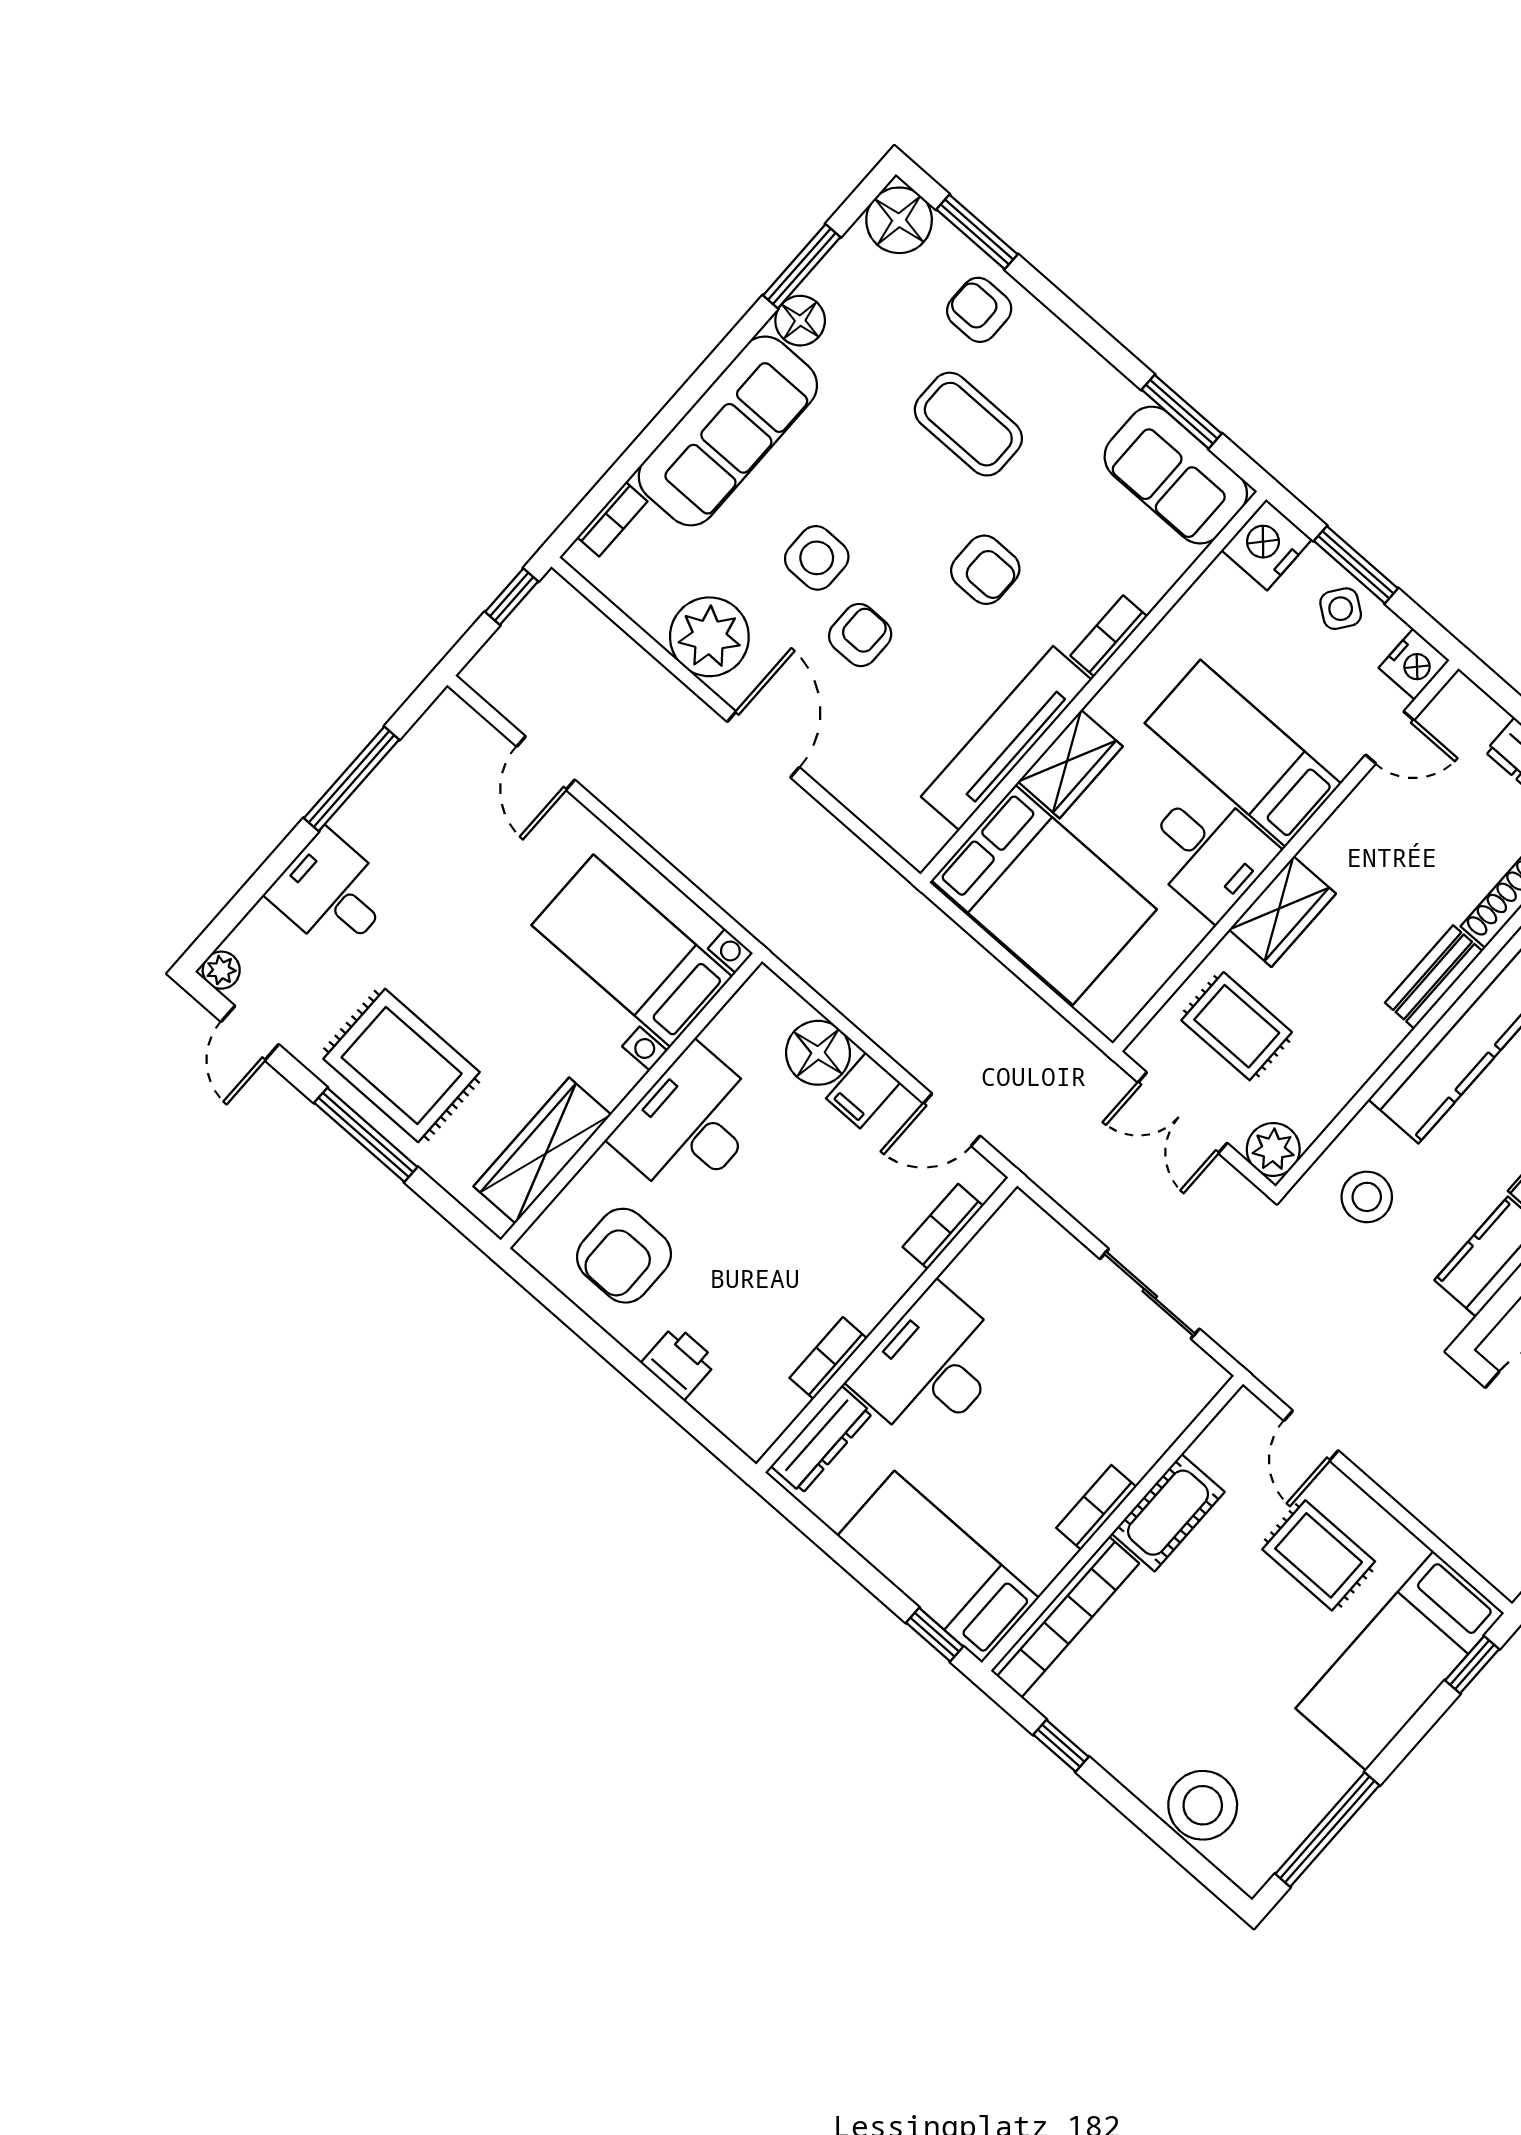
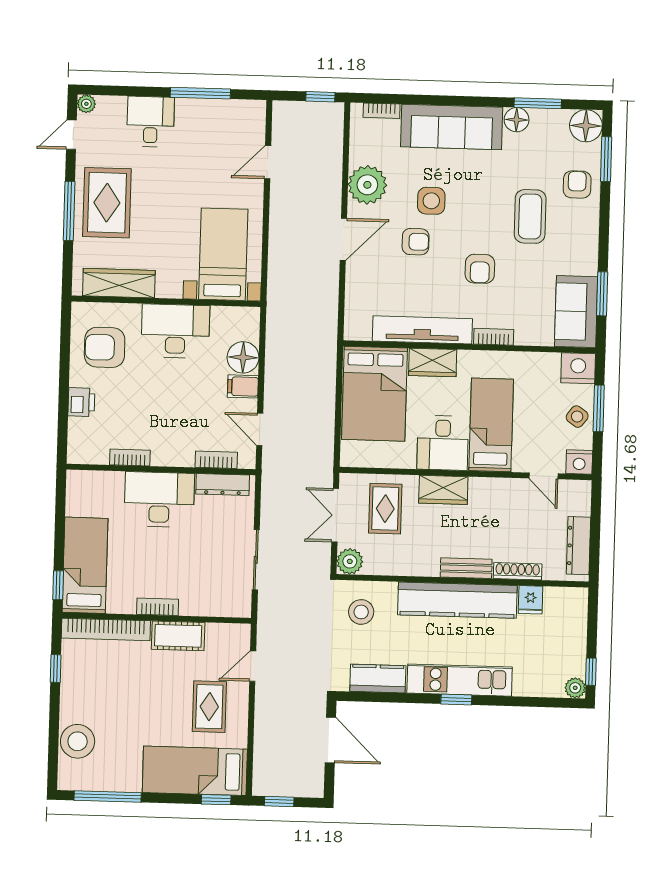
dresser: (822, 1440) -> (223, 485), moved

